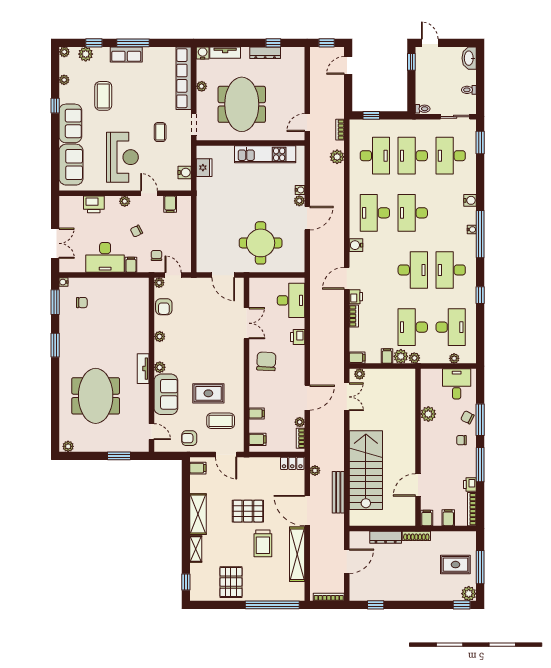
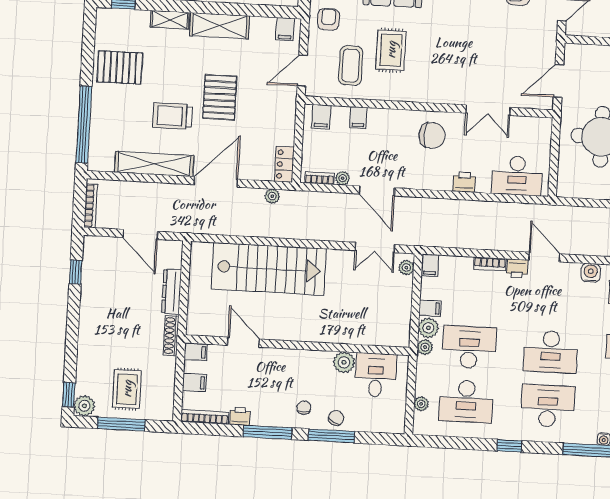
desk: (457, 384) -> (376, 375), moved, turned -90
bench: (338, 492) -> (239, 228), removed

